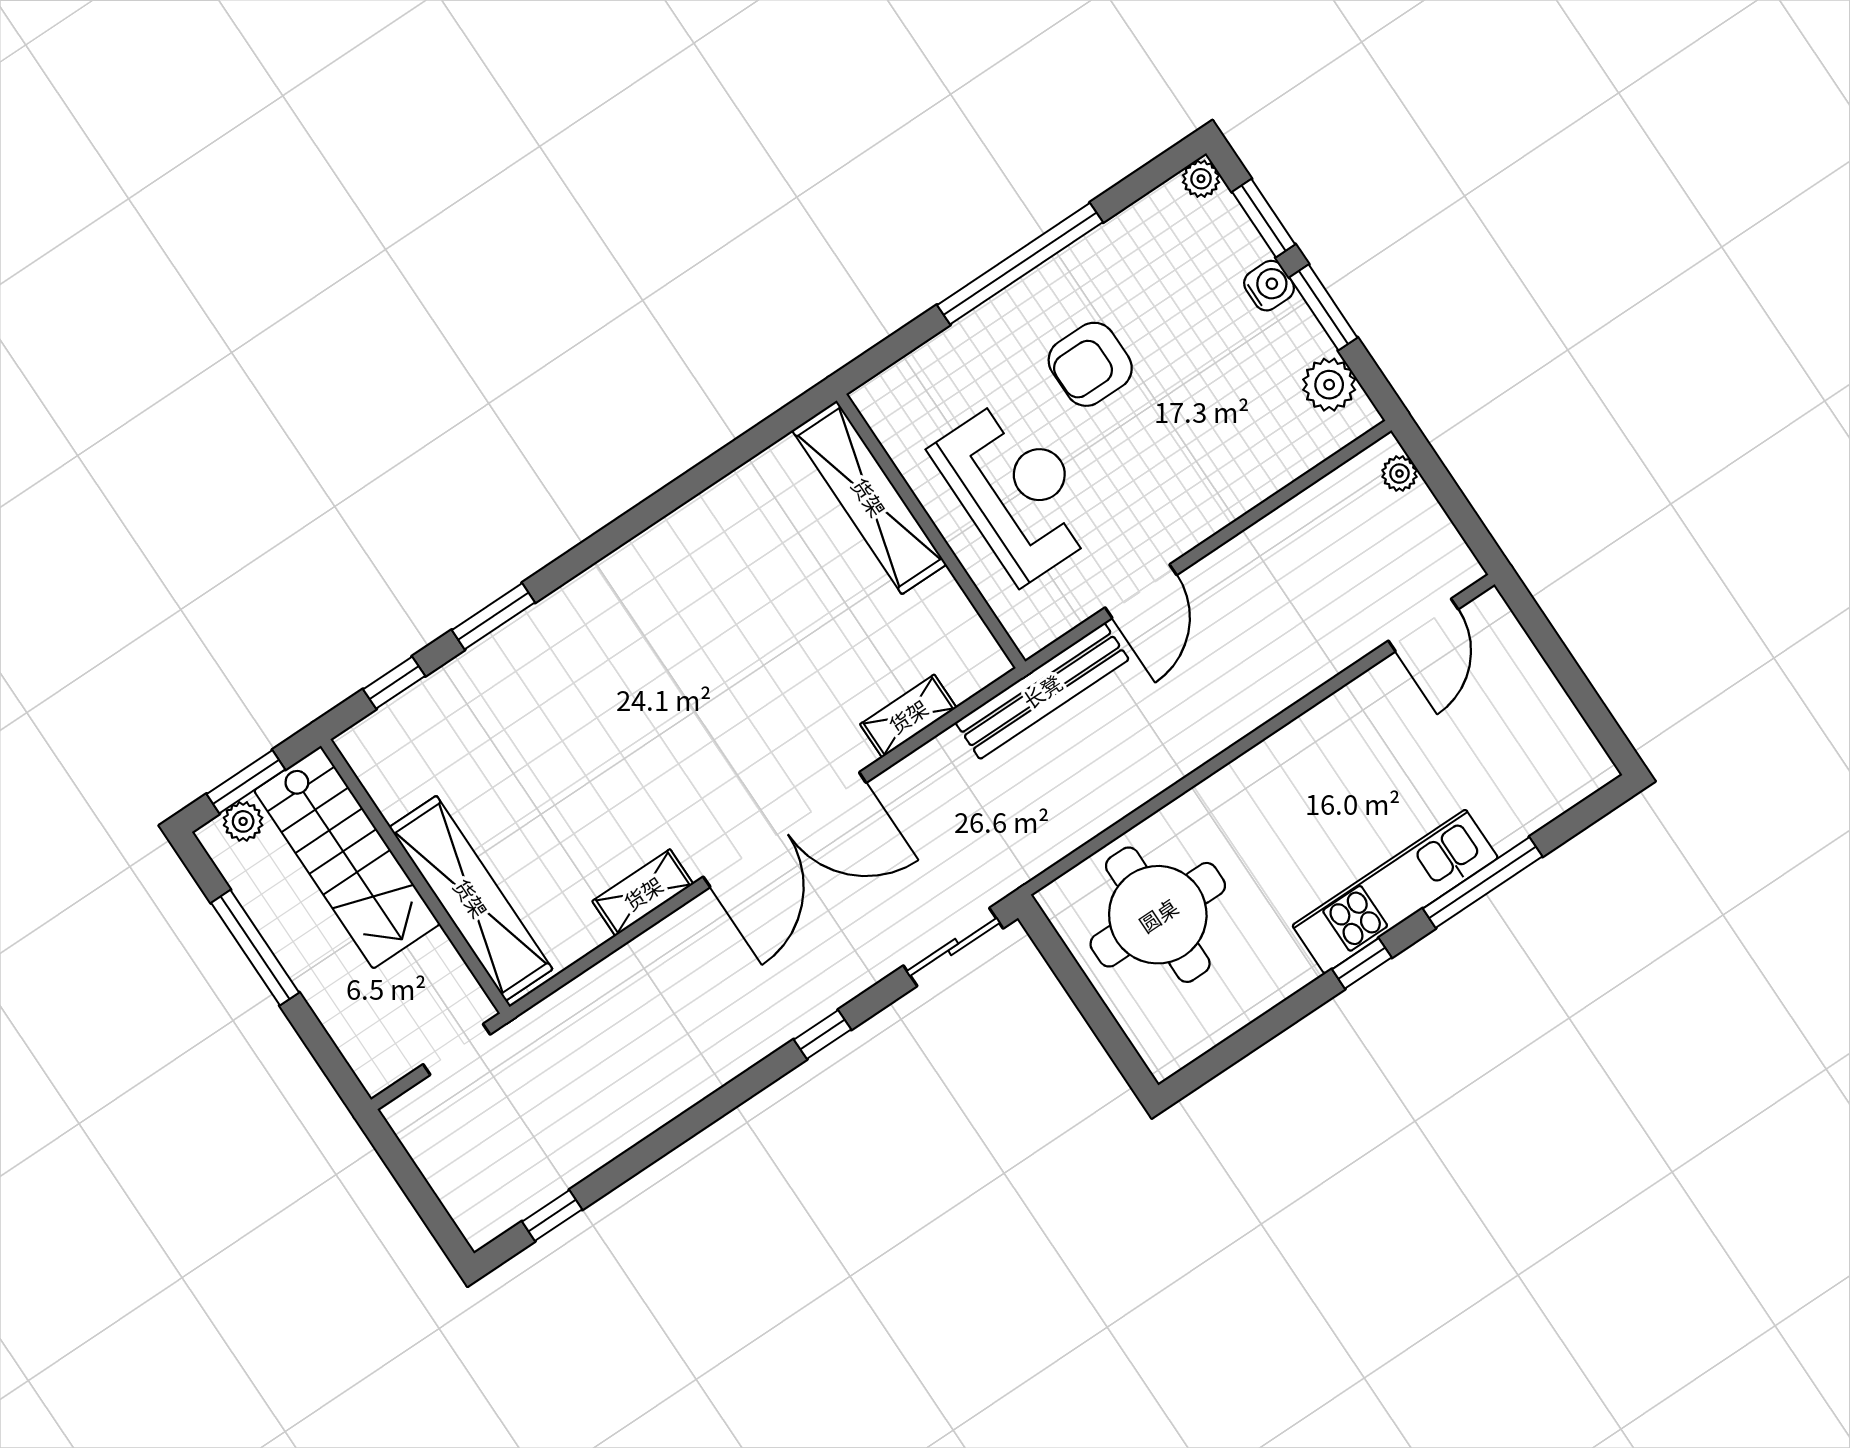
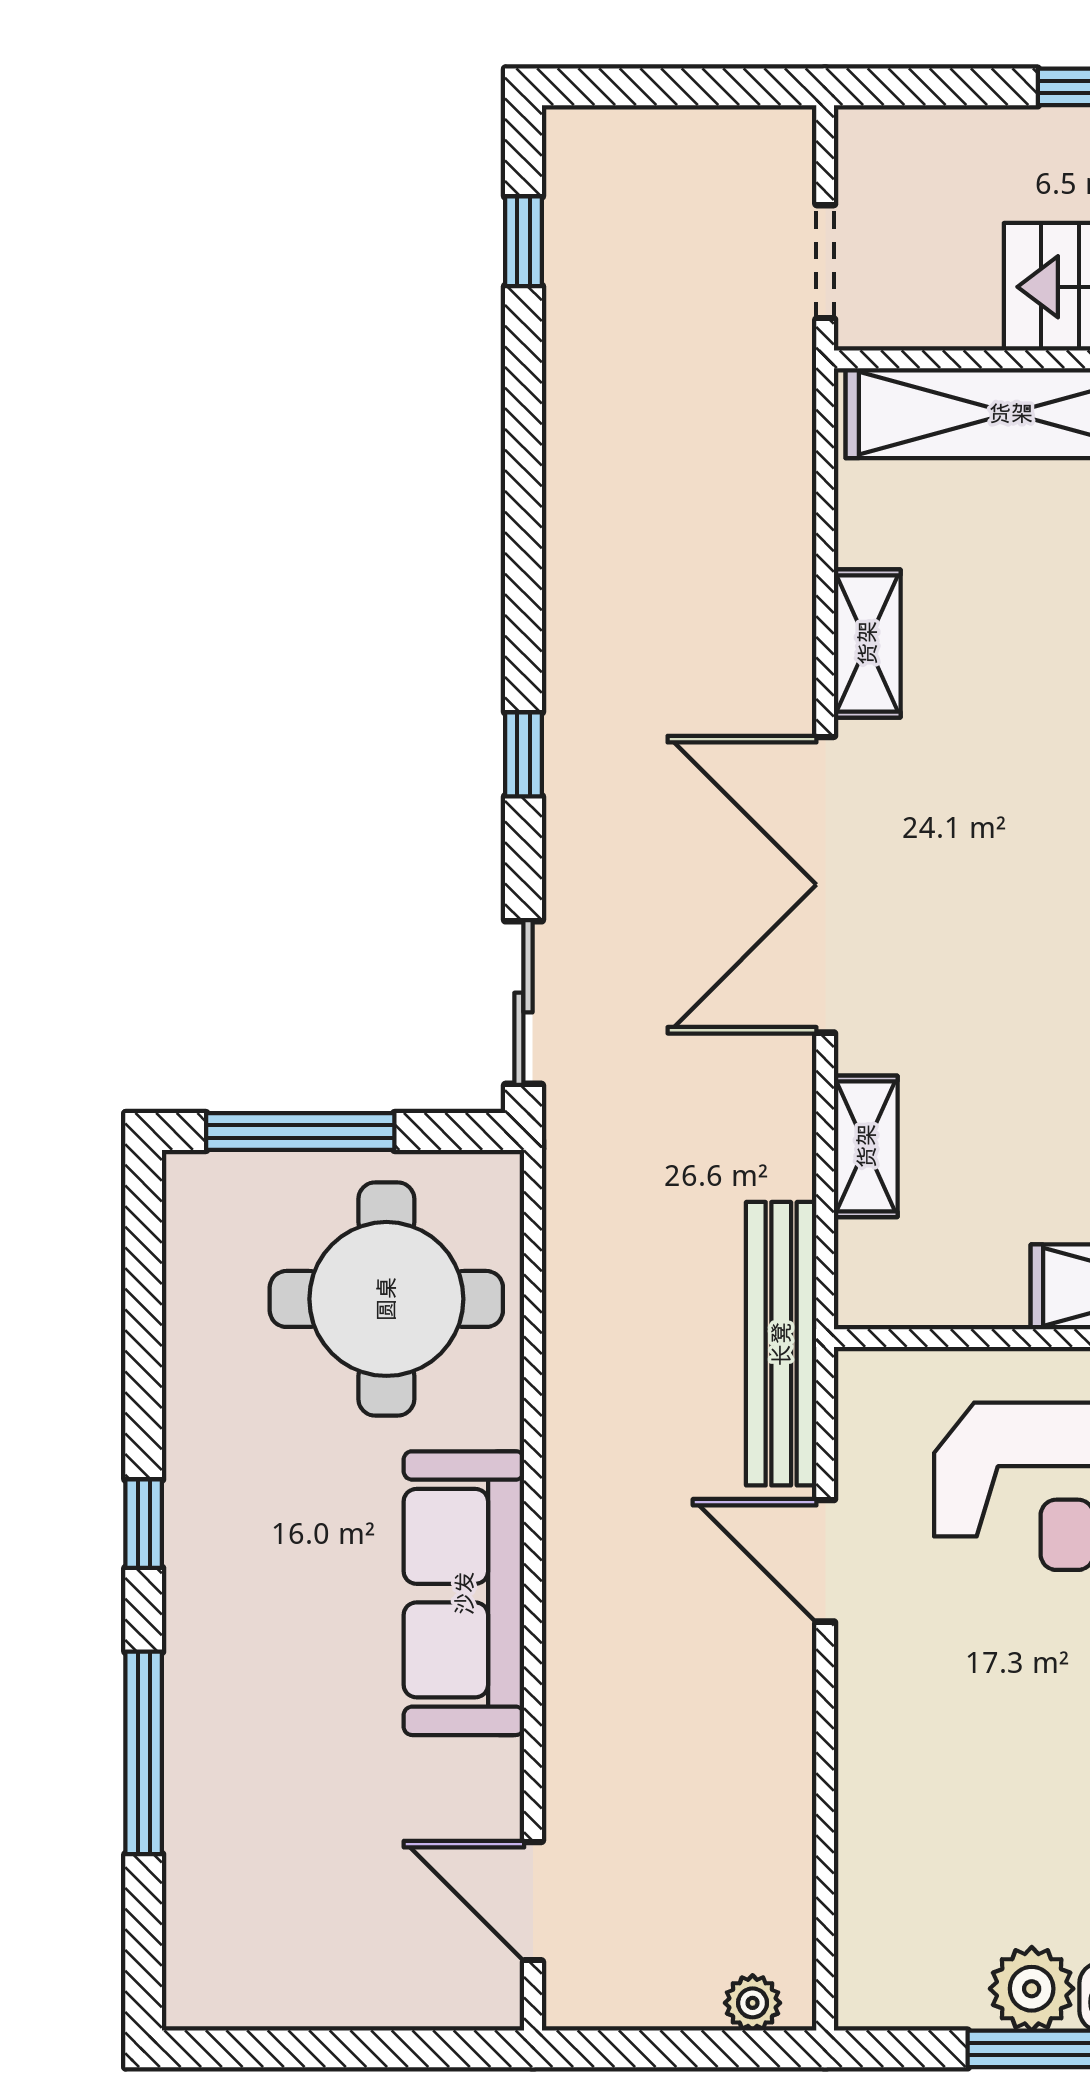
plant: (1329, 385) -> (1032, 1989), moved
sofa: (1285, 770) -> (464, 1593), added
kitchen unit: (1395, 892) -> (208, 1630), removed
window: (1100, 1019) -> (300, 1132), added

